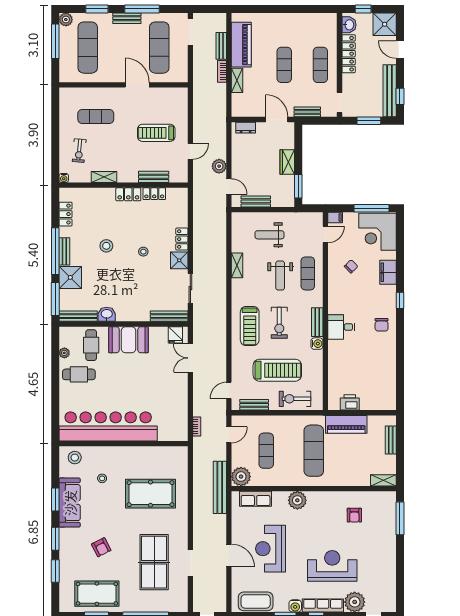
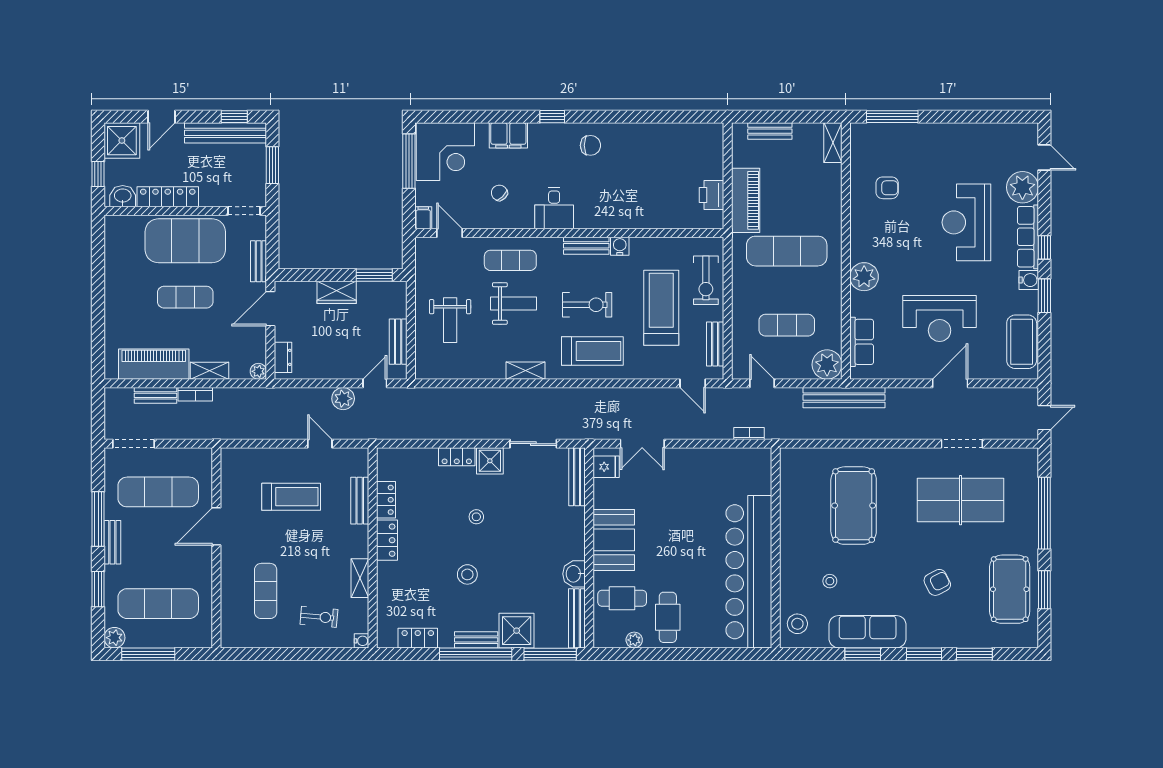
exercise mat: (320, 65) -> (185, 241), width x2.00, depth x1.45
plant: (237, 112) -> (258, 371), added
treadmill: (156, 133) -> (291, 497), turned -90
shelving: (237, 265) -> (526, 371), moved
desk: (341, 327) -> (554, 208), moved

